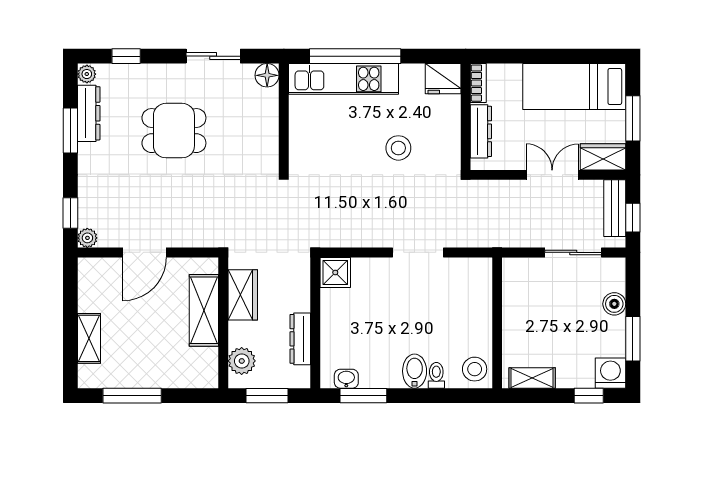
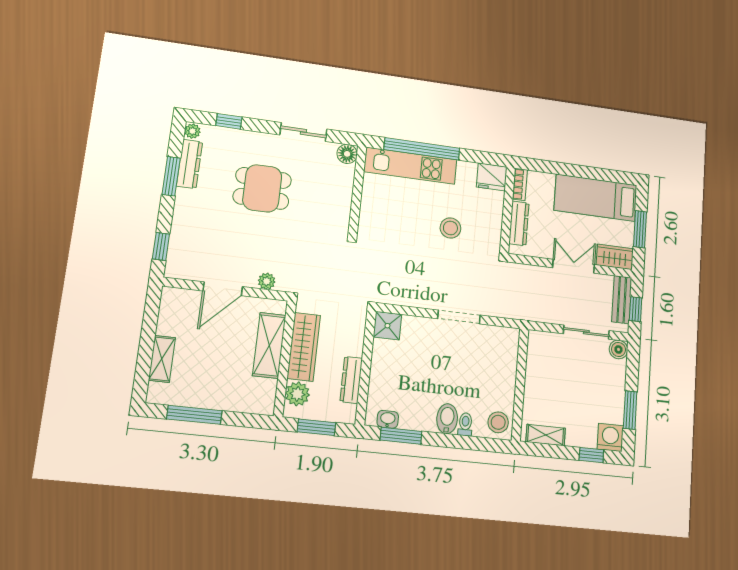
plant: (87, 238) -> (267, 281), moved
wardrobe: (243, 295) -> (304, 347), width x1.50
boiler: (614, 304) -> (619, 349), moved

